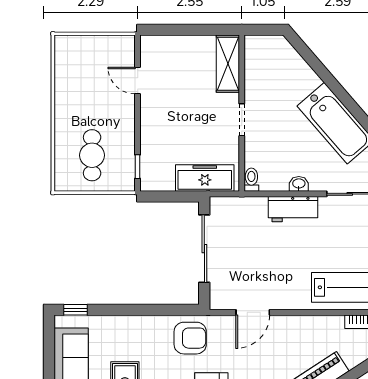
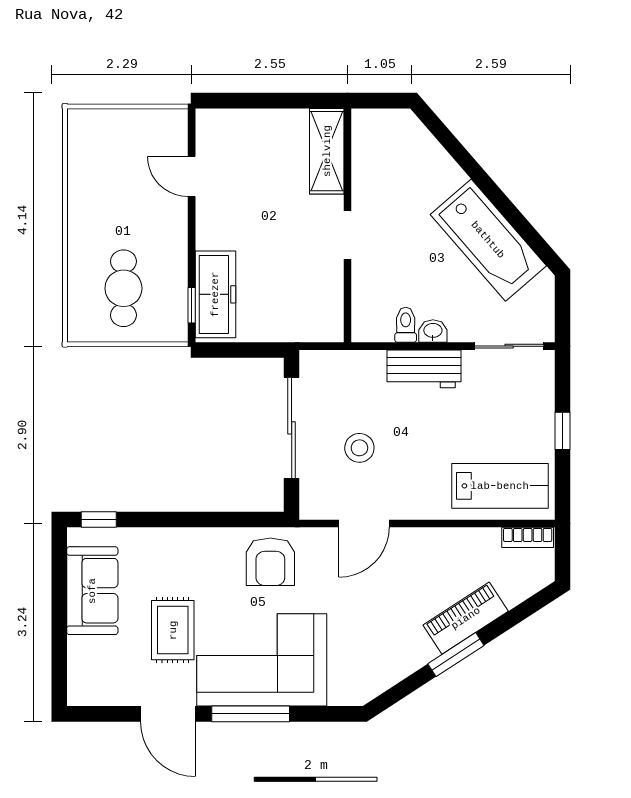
freezer: (205, 178) -> (215, 294), moved, turned 90
toilet: (251, 180) -> (406, 325), moved
stool: (250, 262) -> (359, 448), added
armchair: (190, 338) -> (270, 562), turned 90

